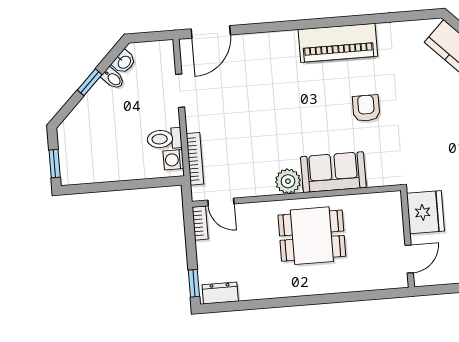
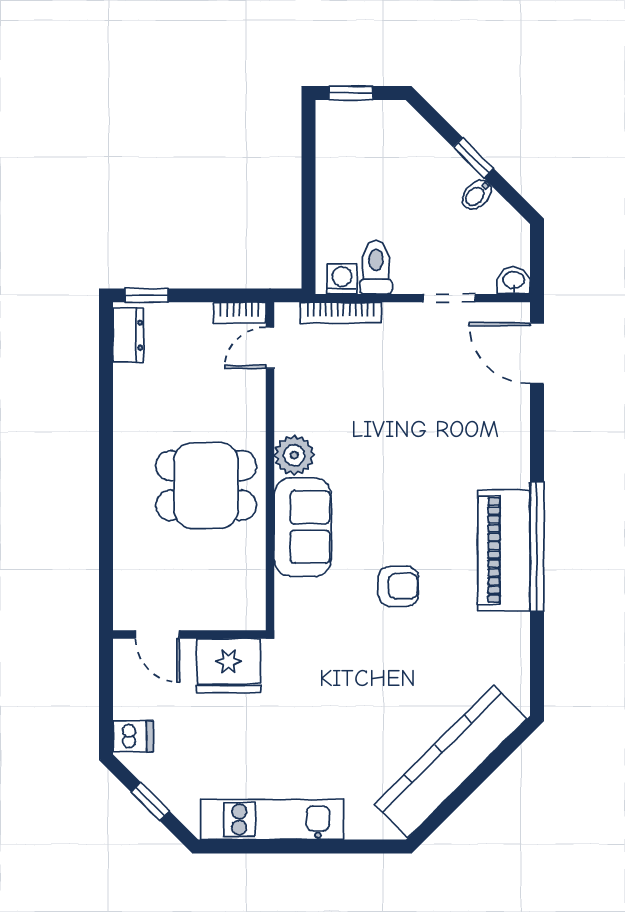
window: (334, 22) -> (537, 547), added
washbasin: (124, 62) -> (514, 281), moved, turned 135
dining table: (312, 236) -> (206, 486), turned 90

